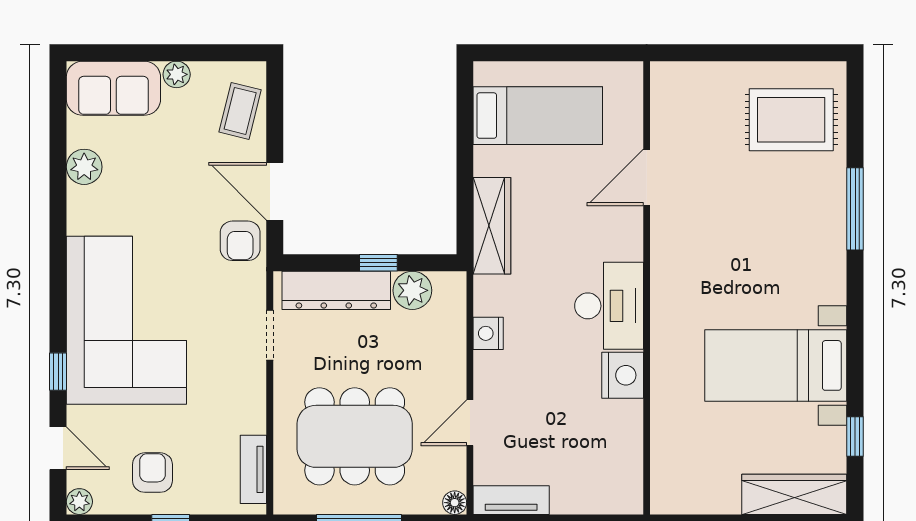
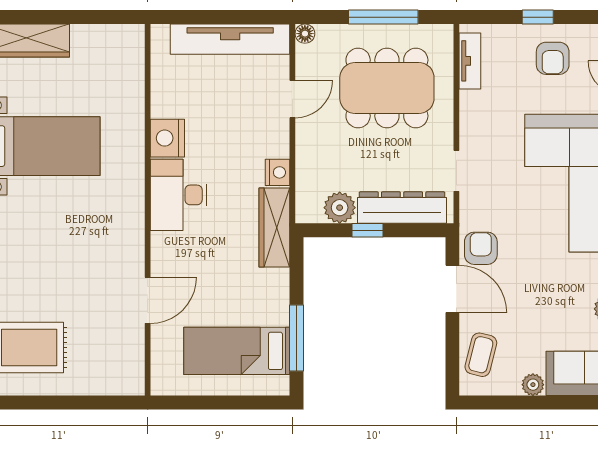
window: (465, 131) -> (297, 338), added
wardrobe: (492, 226) -> (274, 228), moved
tv unit: (511, 500) -> (230, 39), width x1.92, depth x1.29

